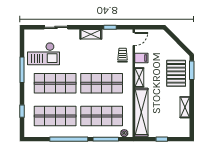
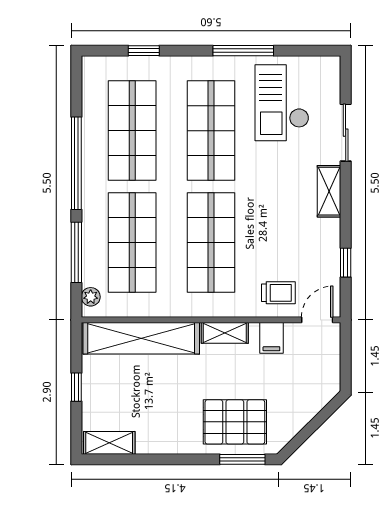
shelving: (91, 34) -> (329, 191), moved
door: (134, 39) -> (317, 320), swing flipped
shelving: (185, 107) -> (109, 443), moved

